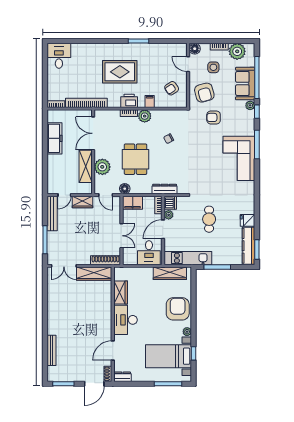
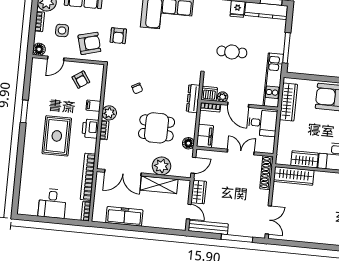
desk: (59, 56) -> (52, 203), moved, turned -90
wardrobe: (94, 274) -> (294, 176), moved, turned 90

